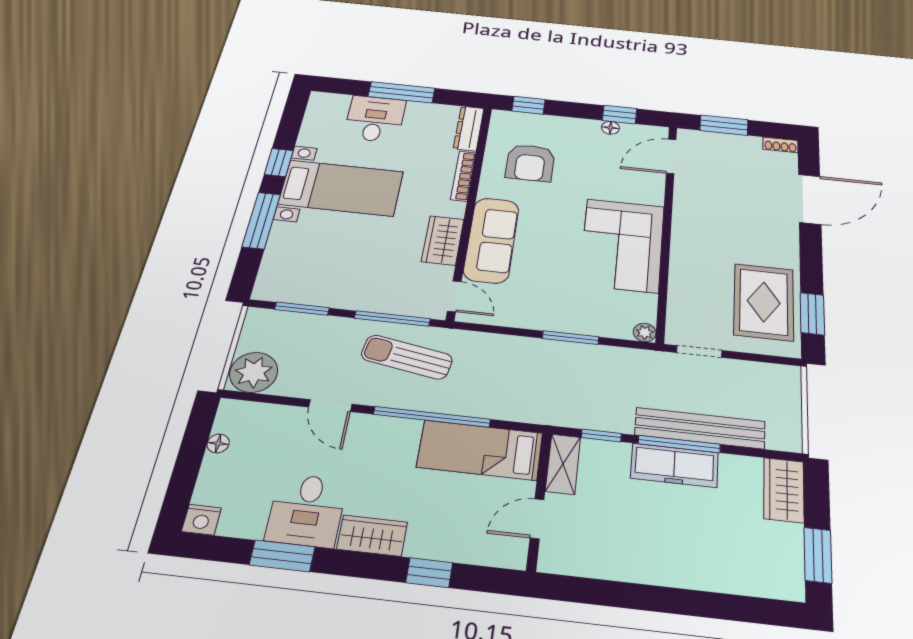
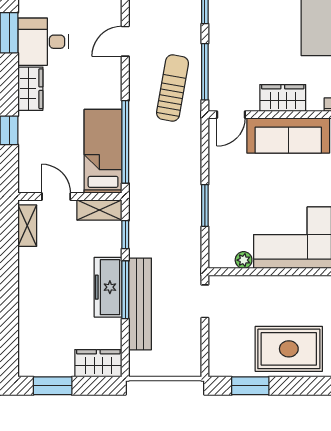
rug: (764, 302) -> (289, 349), moved
plant: (645, 332) -> (244, 260), moved
window: (432, 417) -> (125, 142), moved
shelving: (576, 563) -> (27, 226), added

